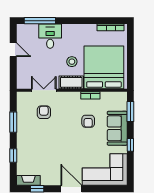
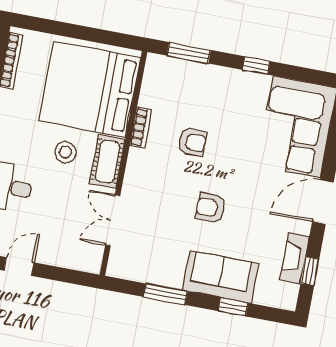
armchair: (44, 112) -> (211, 208), moved
sofa: (117, 128) -> (220, 277), moved, turned 180
fireplace: (28, 180) -> (295, 258), moved

